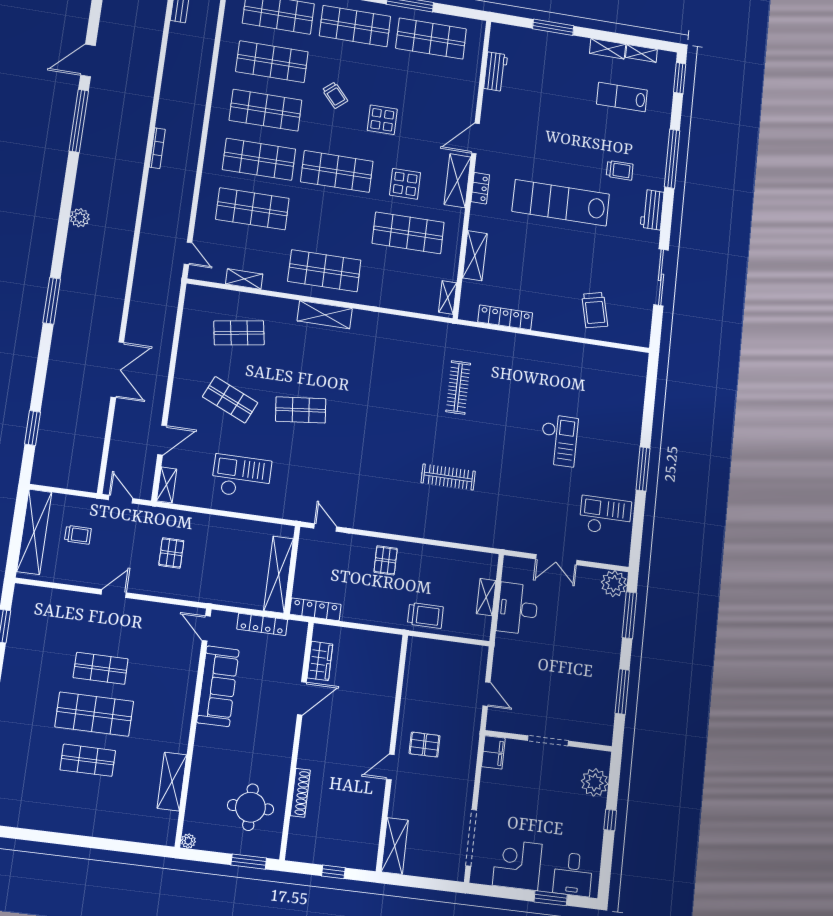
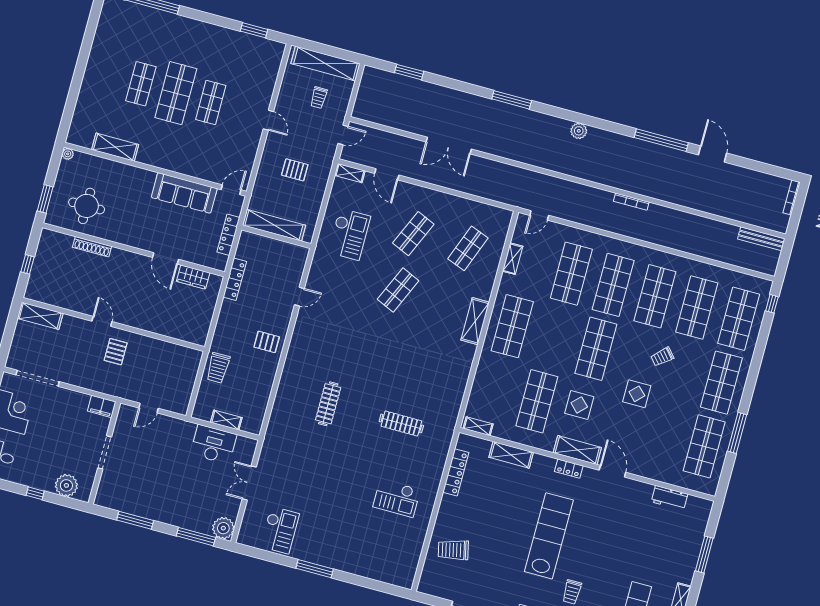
shop shelf: (239, 333) -> (468, 248), turned 30
shop shelf: (301, 410) -> (398, 290), turned 30
checkout: (559, 440) -> (397, 498), moved
wall: (292, 570) -> (276, 237), moved
shelving: (279, 575) -> (274, 225), moved

